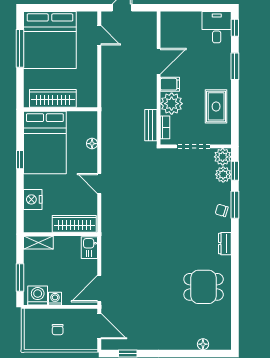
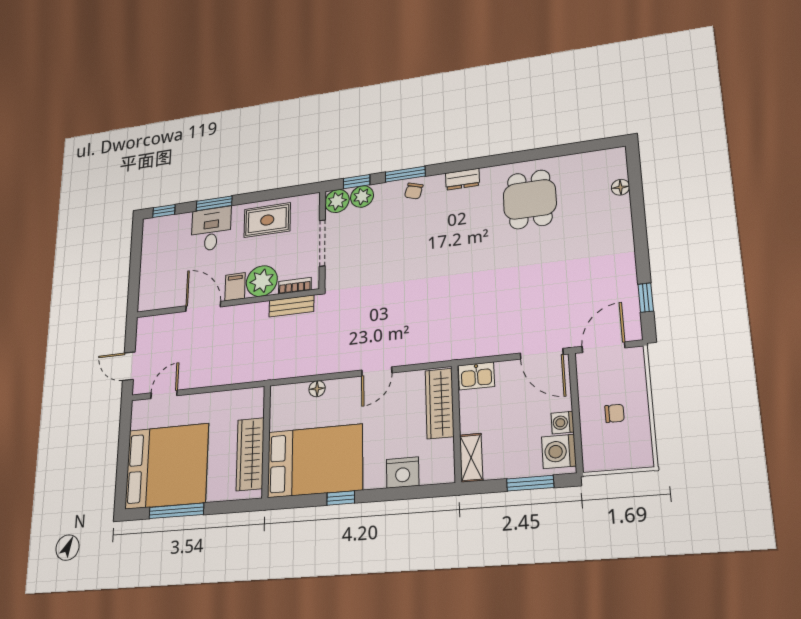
desk: (217, 27) -> (211, 229), moved, turned 90

